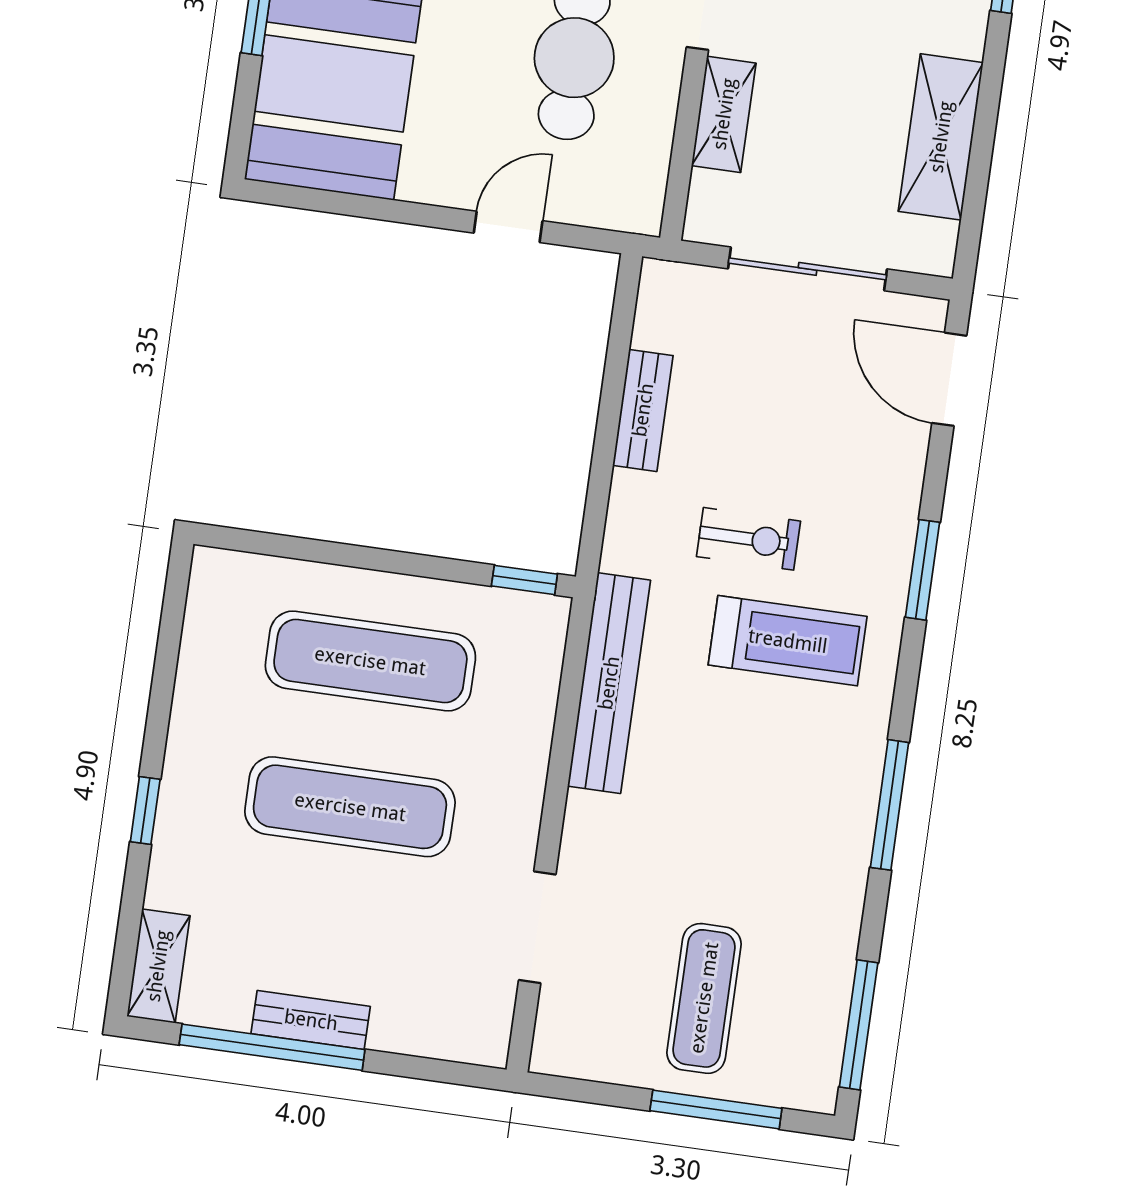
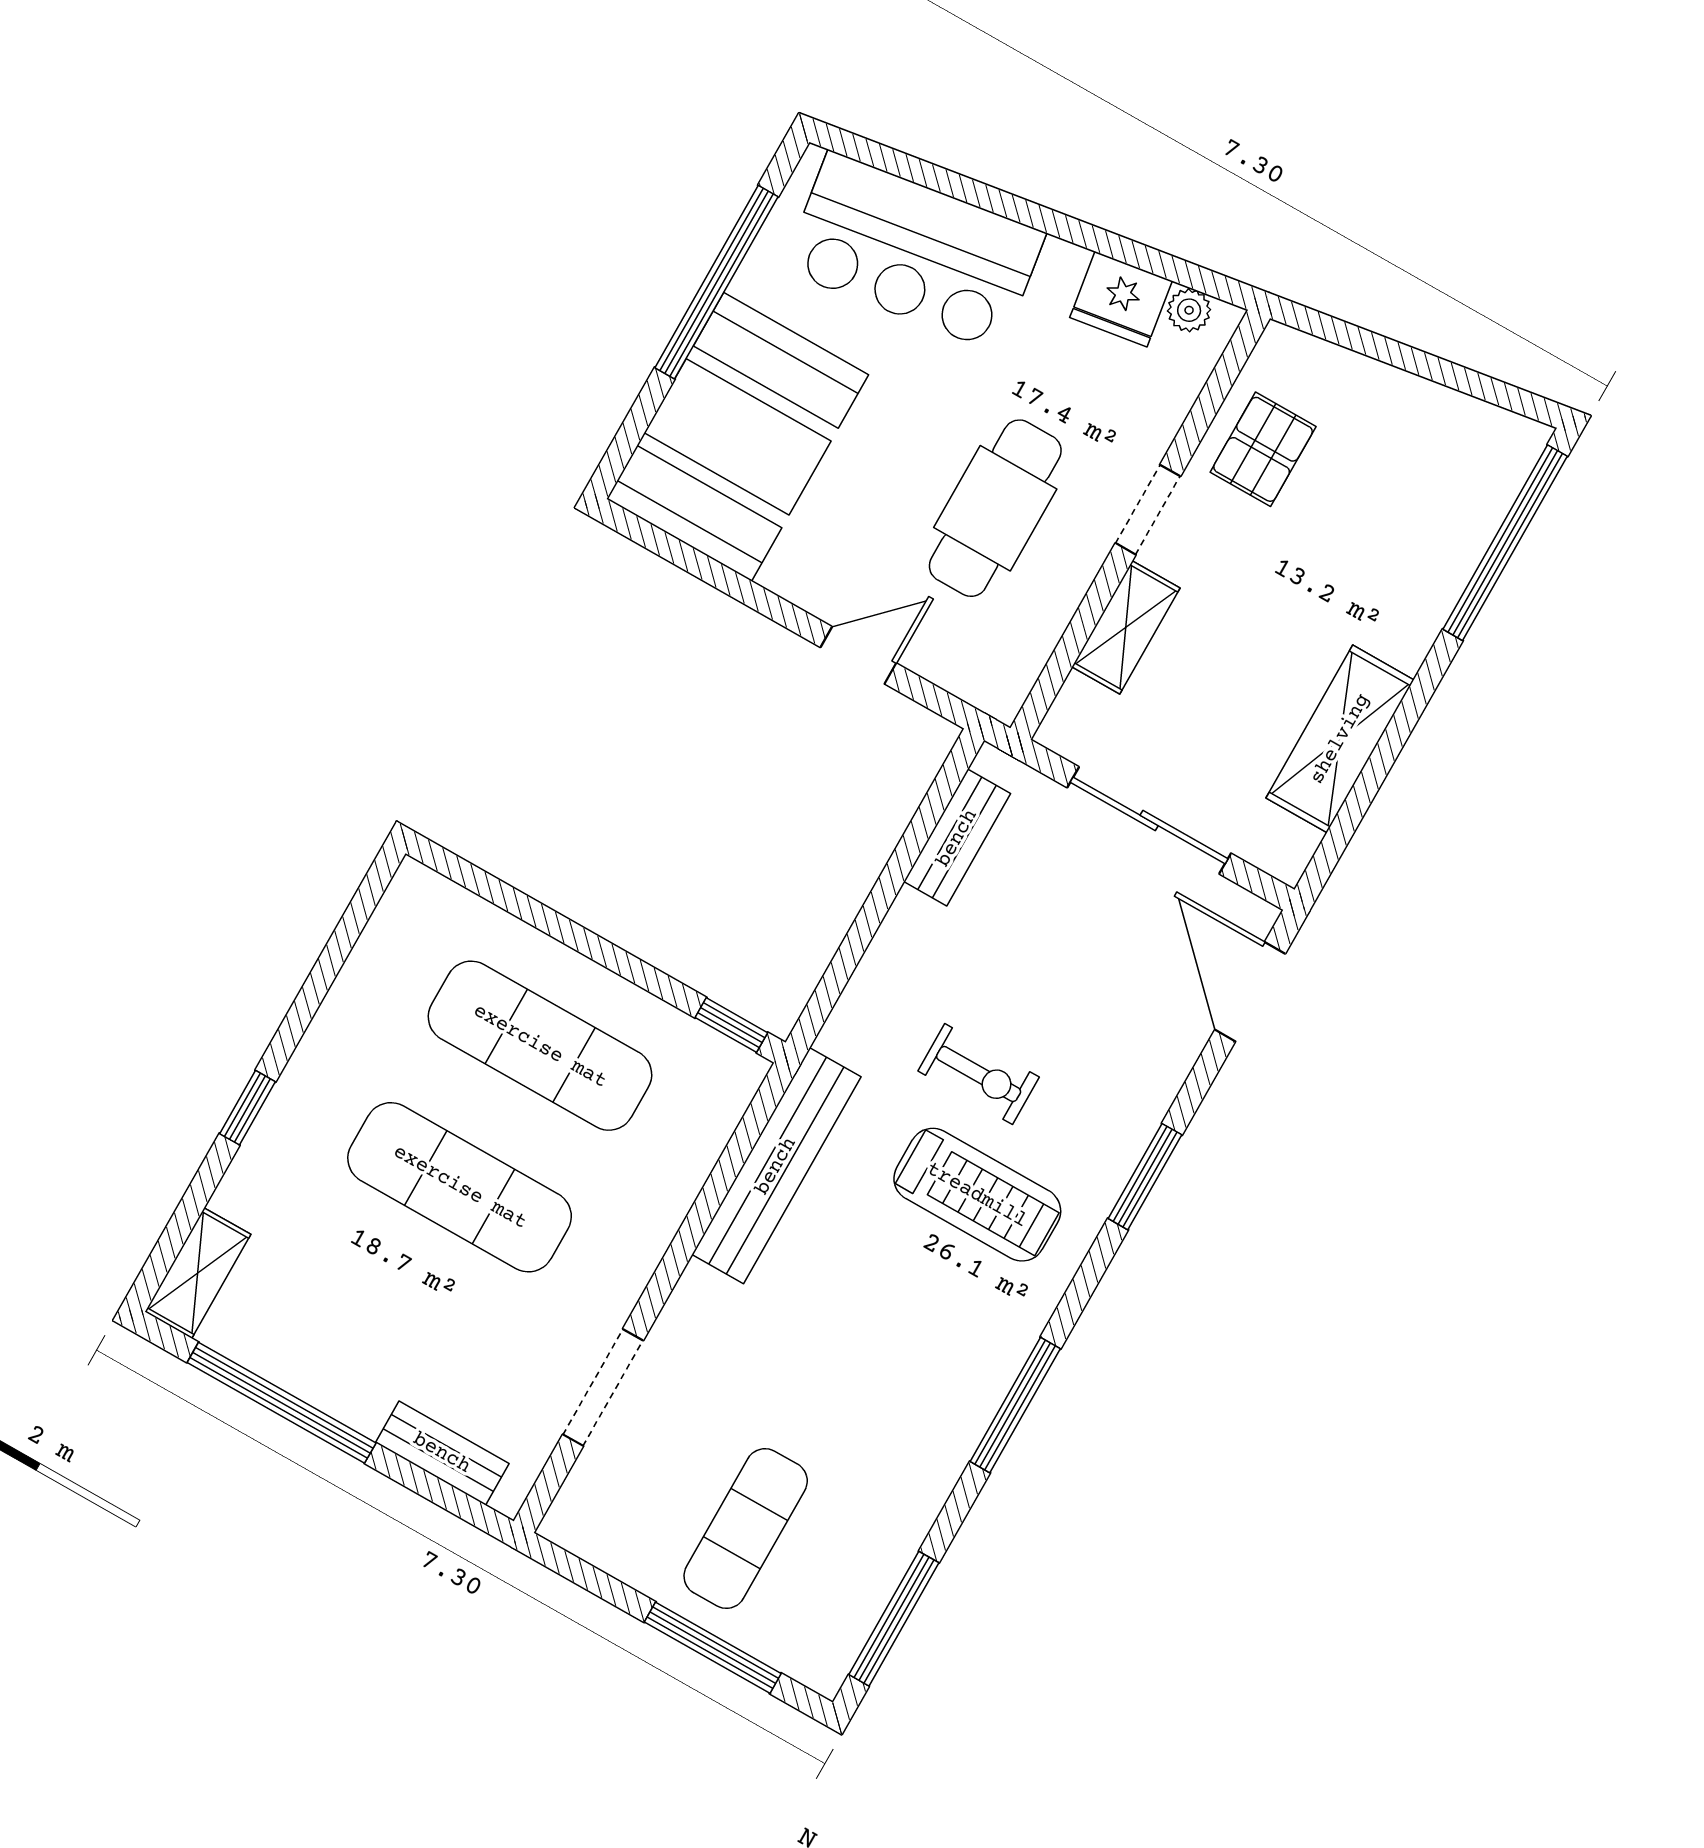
bench: (643, 410) -> (957, 838), moved
bench: (311, 1020) -> (442, 1453), moved

